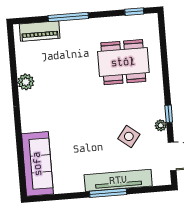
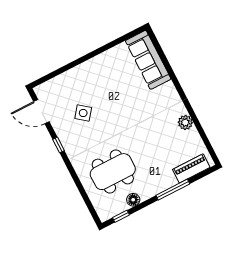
floor lamp: (114, 24) -> (133, 200), added
plant: (161, 125) -> (61, 133), removed
tv unit: (118, 180) -> (77, 74), removed
window: (108, 193) -> (81, 60), removed

